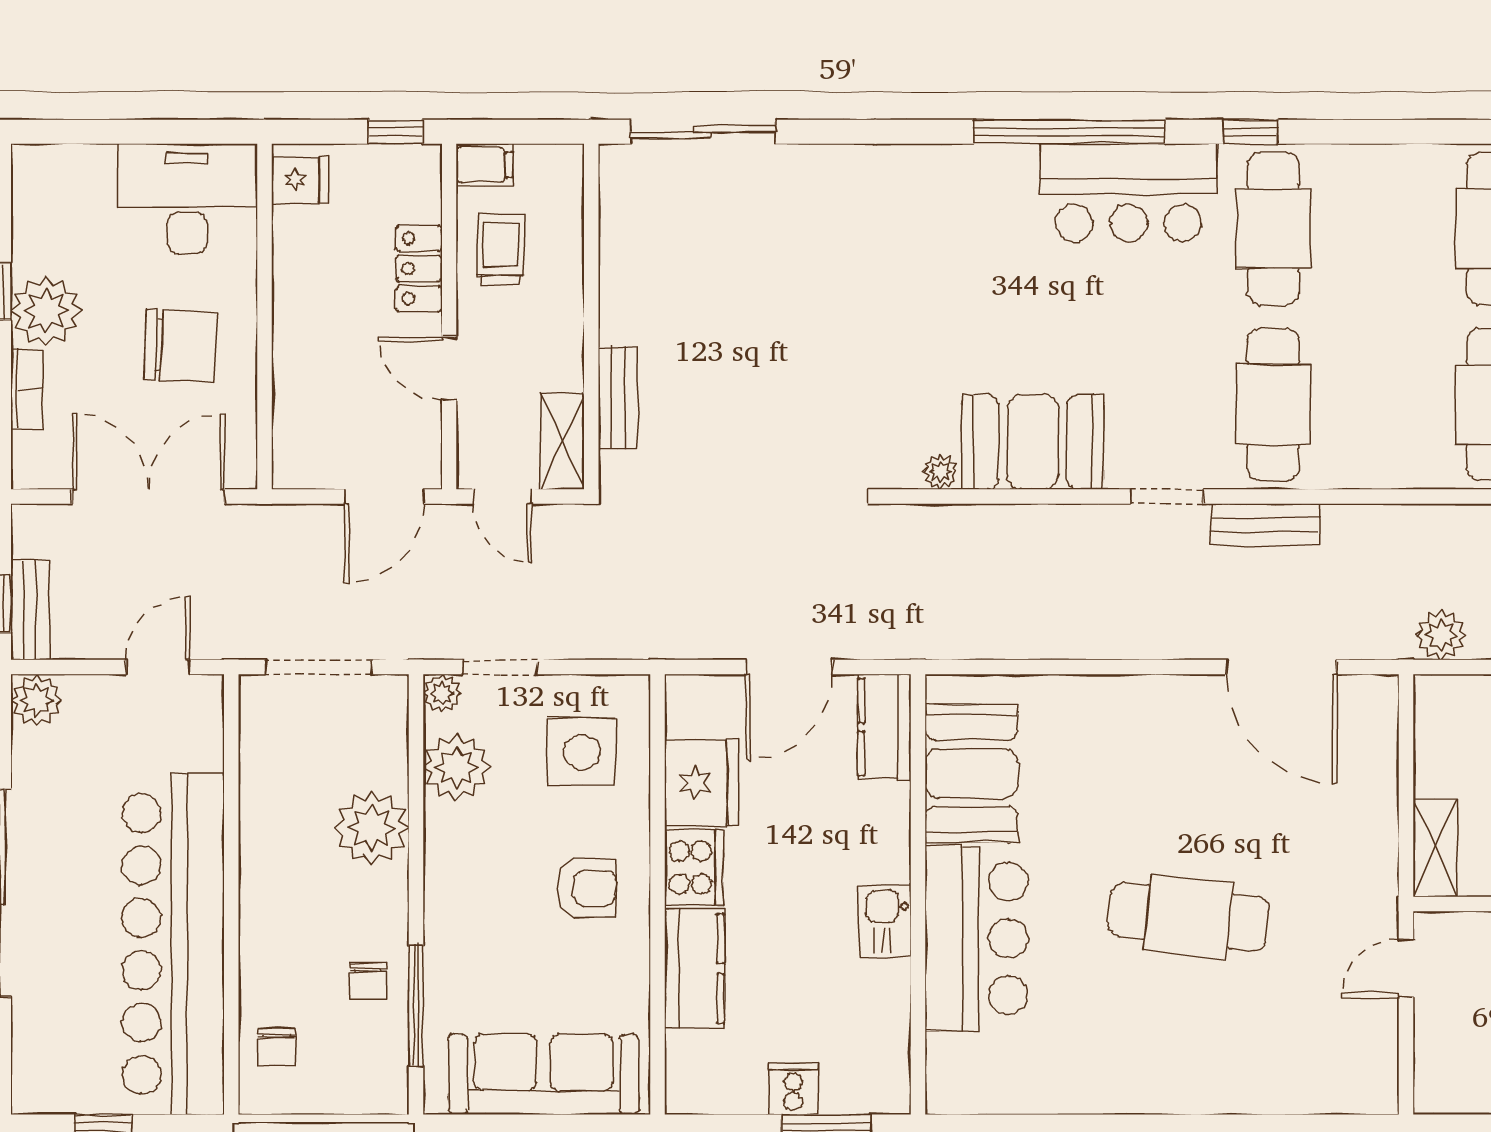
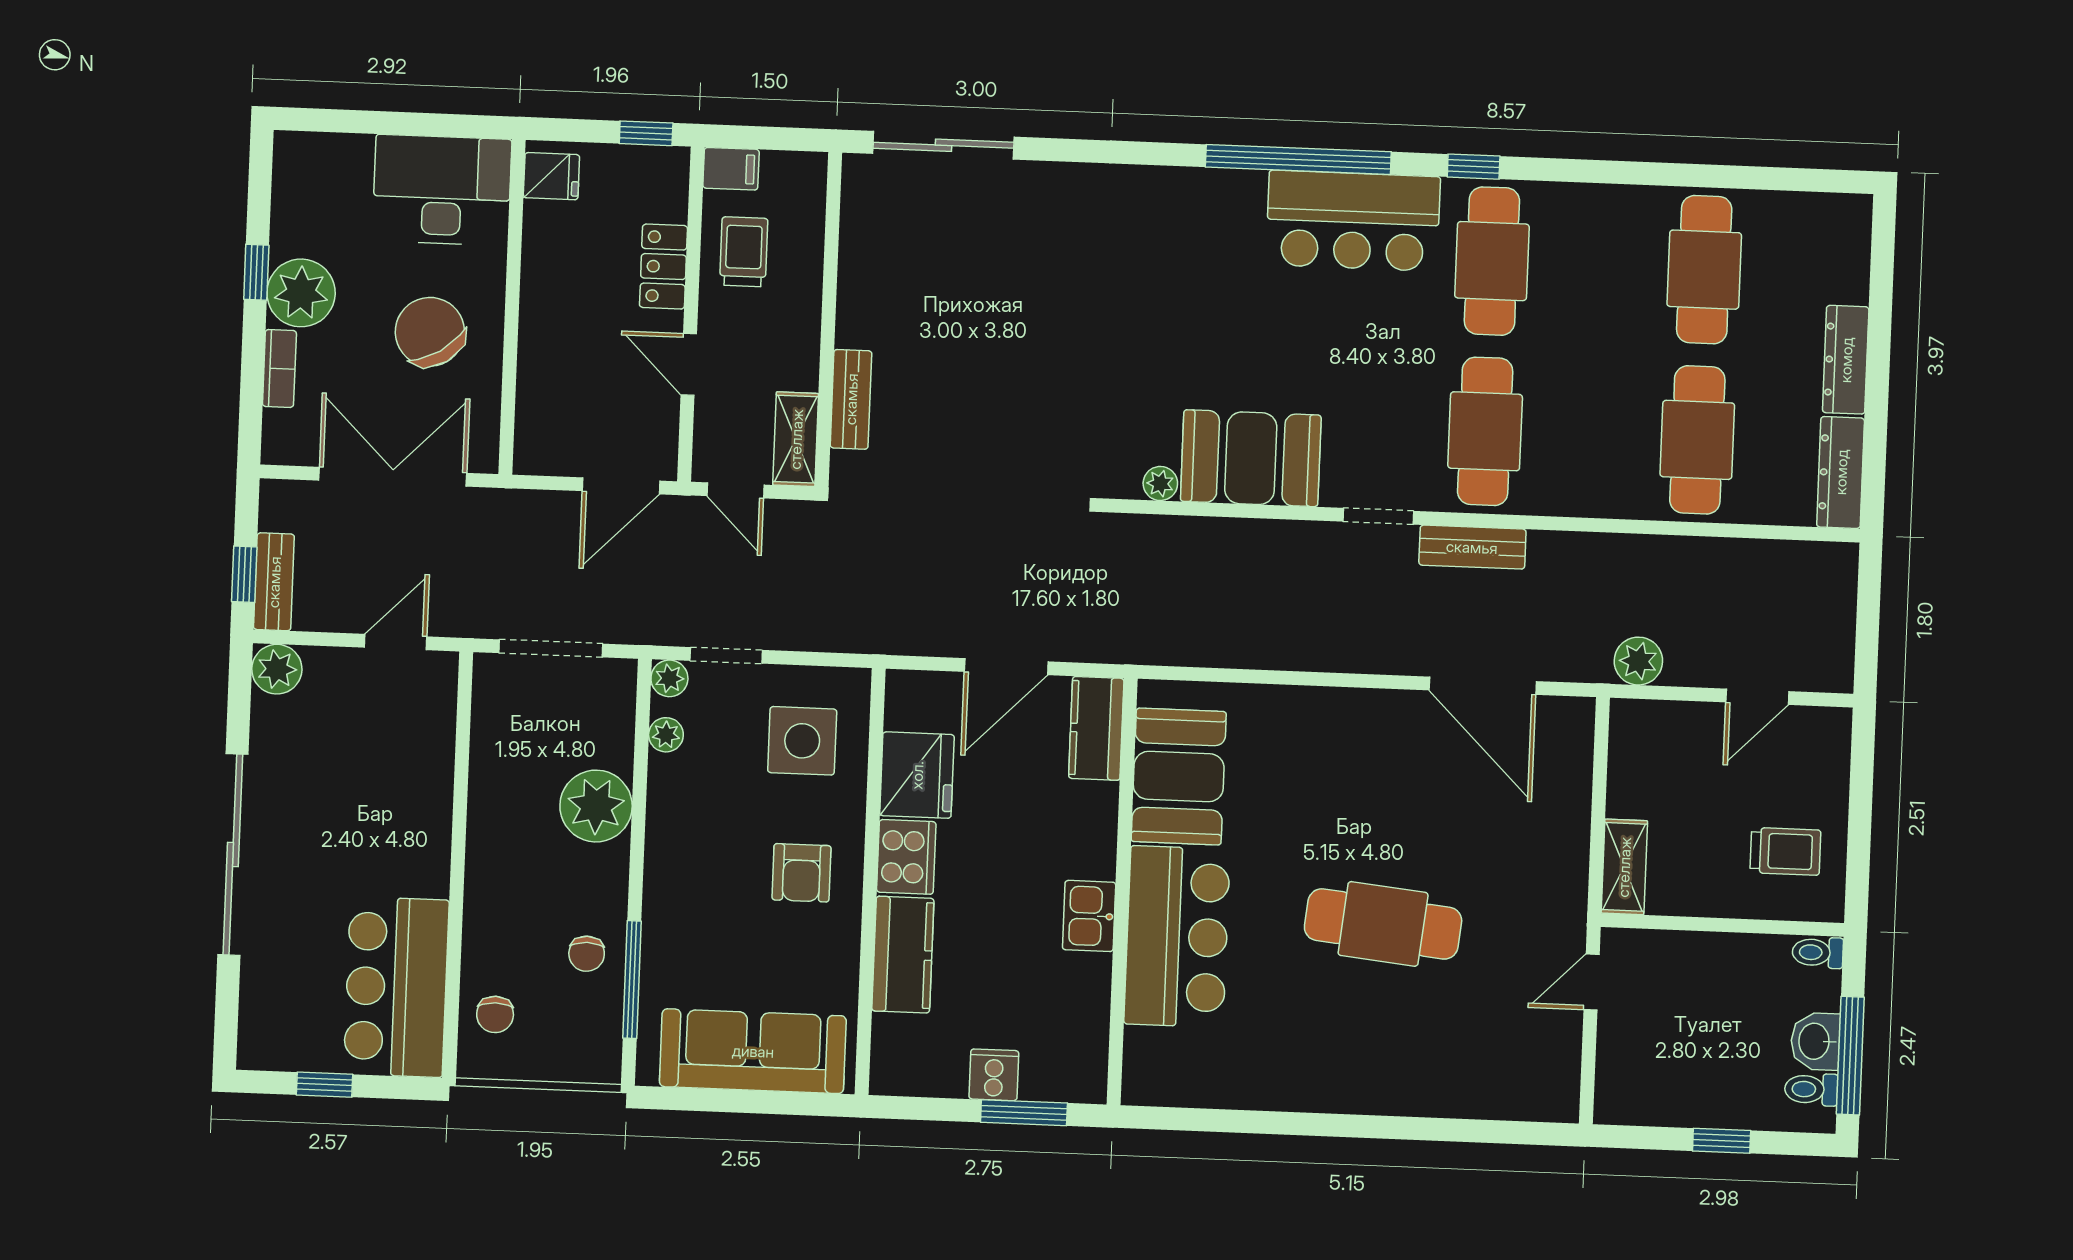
chair: (181, 346) -> (430, 332), turned -125
plant: (457, 767) -> (666, 735), width x0.53, depth x0.53
armchair: (586, 888) -> (801, 873), turned 90
bar counter: (173, 944) -> (396, 987), width x0.54

